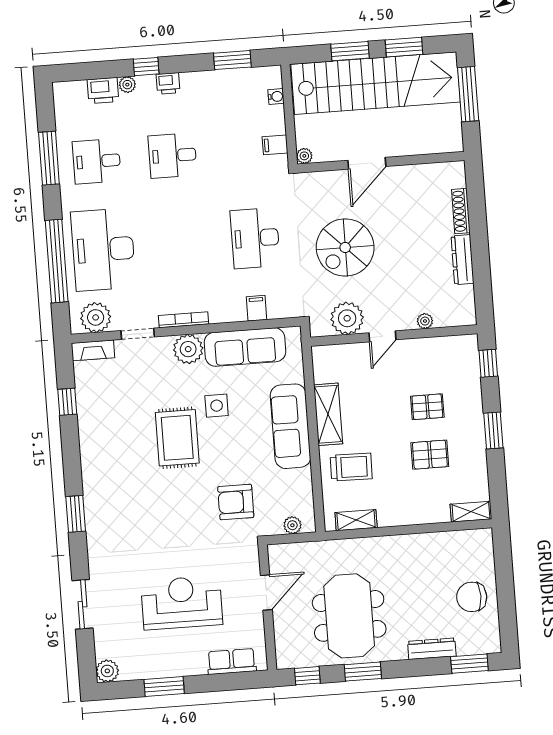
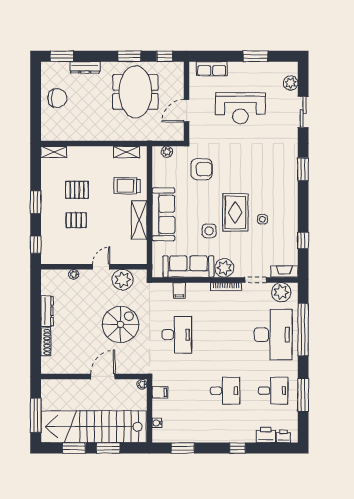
printer: (168, 83) -> (283, 436), moved
plant: (127, 85) -> (250, 438), removed
side table: (134, 430) -> (262, 219), added
plant: (107, 671) -> (291, 83), moved

